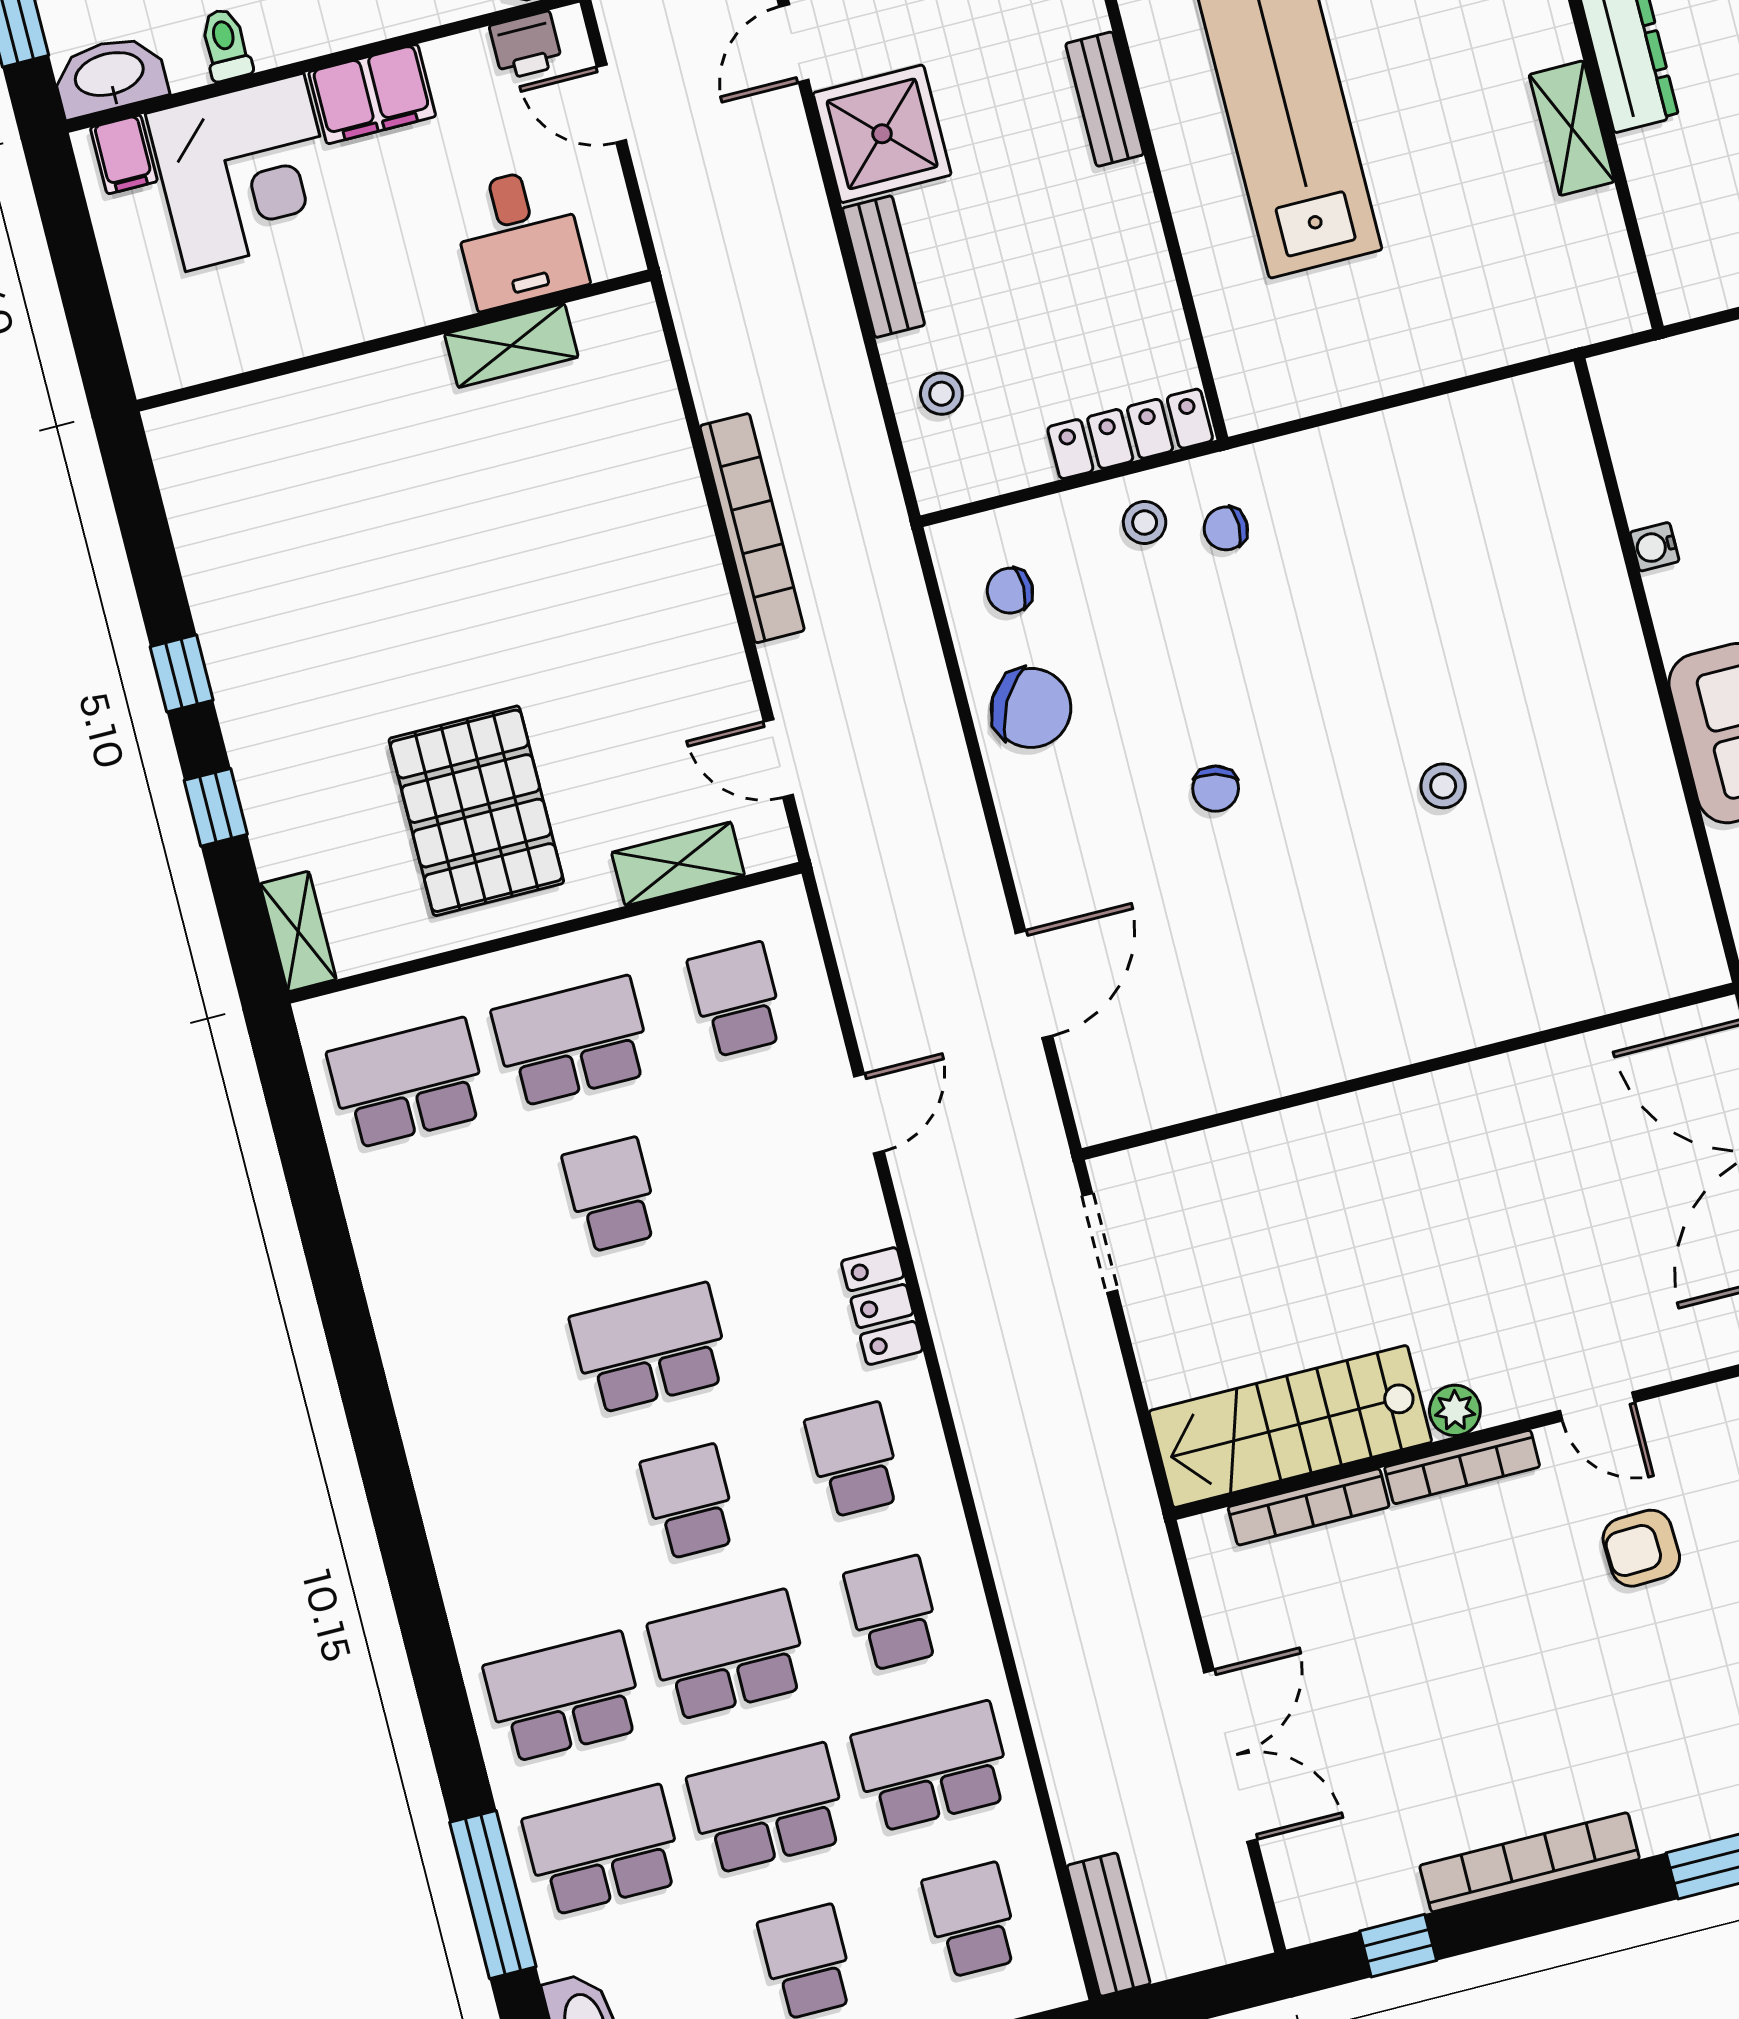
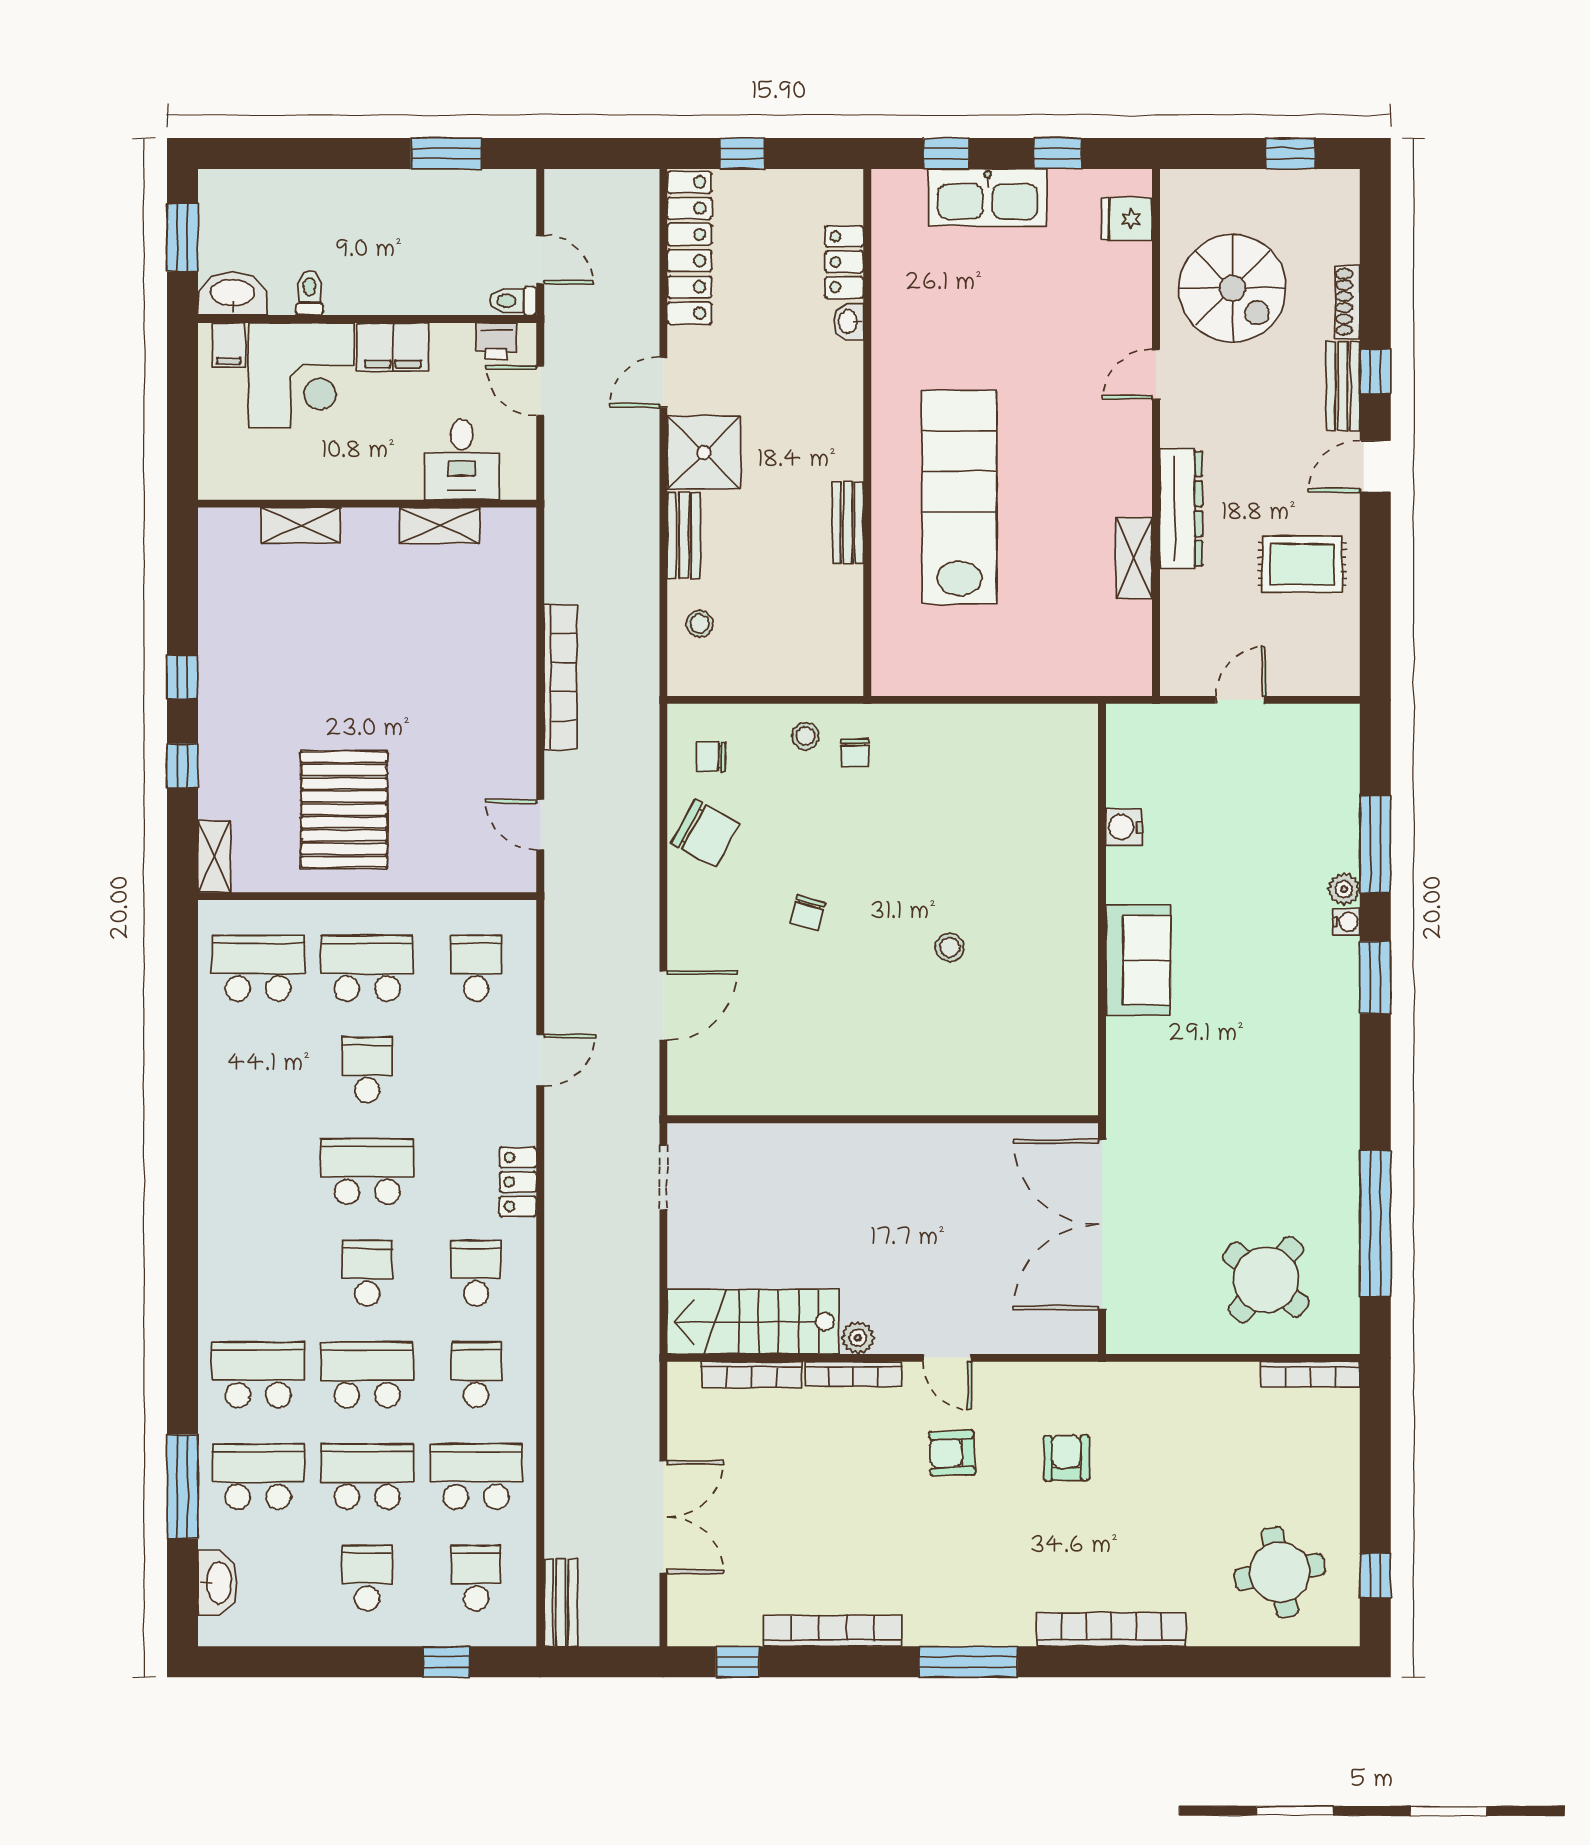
bench: (1105, 99) -> (848, 522), moved
locker: (1130, 434) -> (811, 679), removed
chair: (1226, 528) -> (855, 753), turned -90
water cooler: (1654, 547) -> (1124, 827), width x1.38, depth x1.38
shelving: (678, 864) -> (301, 525), moved

